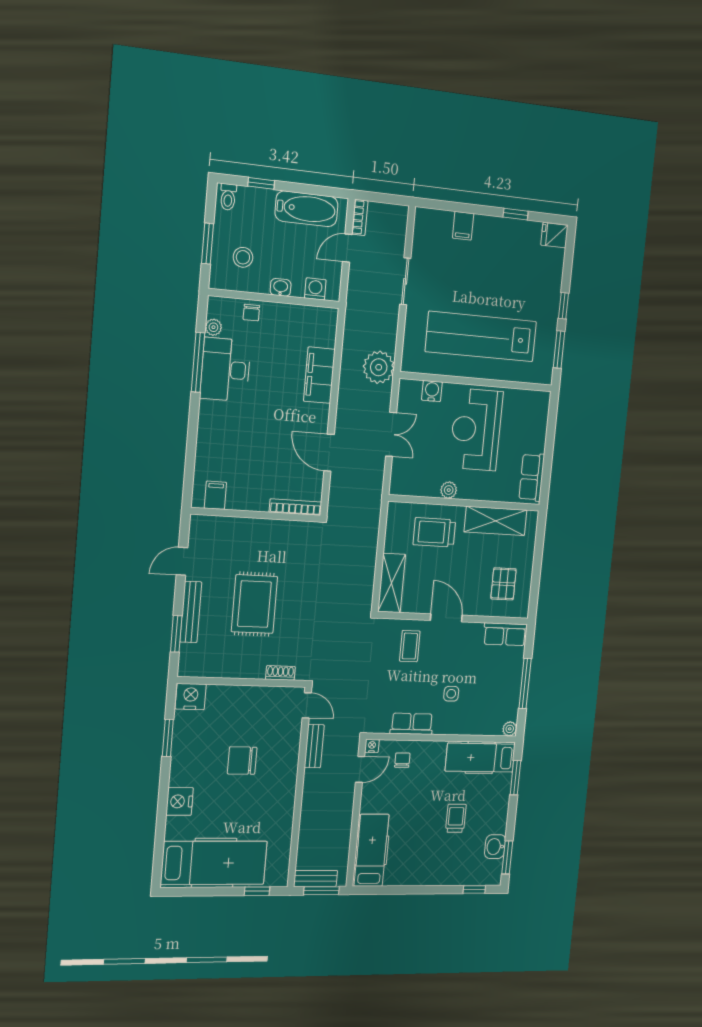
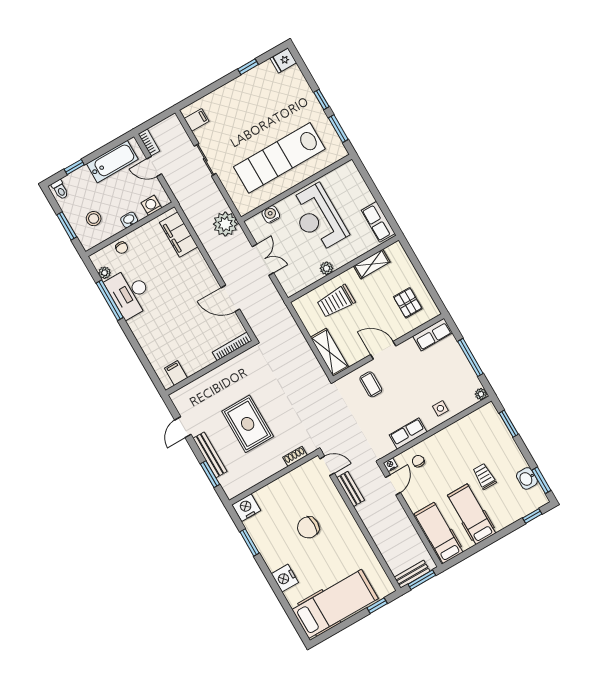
filing cabinet: (463, 226) -> (197, 120), moved, turned -90
door: (347, 248) -> (154, 166), hinge flipped
filing cabinet: (319, 375) -> (179, 235), moved
shelving: (496, 521) -> (372, 264), width x0.67, depth x0.75
side table: (451, 694) -> (440, 408), moved
hospital bed: (480, 758) -> (472, 514), moved, turned 90

